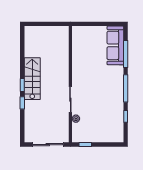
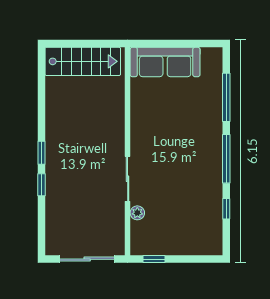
sofa: (115, 45) -> (165, 62), moved, turned -90
stairs: (32, 79) -> (83, 61), moved, turned 90

